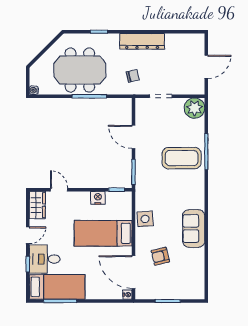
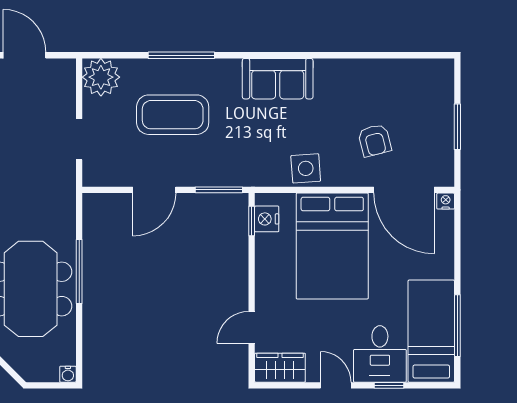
chair: (133, 76) -> (41, 191), removed
coffee table: (182, 158) -> (173, 115), moved, turned 90
nightstand: (98, 198) -> (267, 219), moved
sofa: (194, 229) -> (278, 79), moved
bed: (103, 233) -> (332, 246), width x1.50
door: (134, 272) -> (404, 190), hinge flipped

